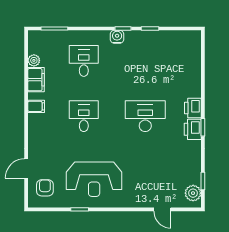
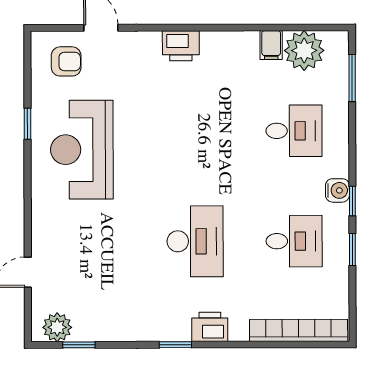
bookcase: (195, 59) -> (299, 330), added
plant: (34, 60) -> (304, 51), width x1.88, depth x1.88
filing cabinet: (36, 80) -> (271, 45), width x0.50
filing cabinet: (36, 106) -> (212, 45), removed
desk: (84, 116) -> (294, 241), moved
printer: (193, 129) -> (181, 46), moved, turned 180

